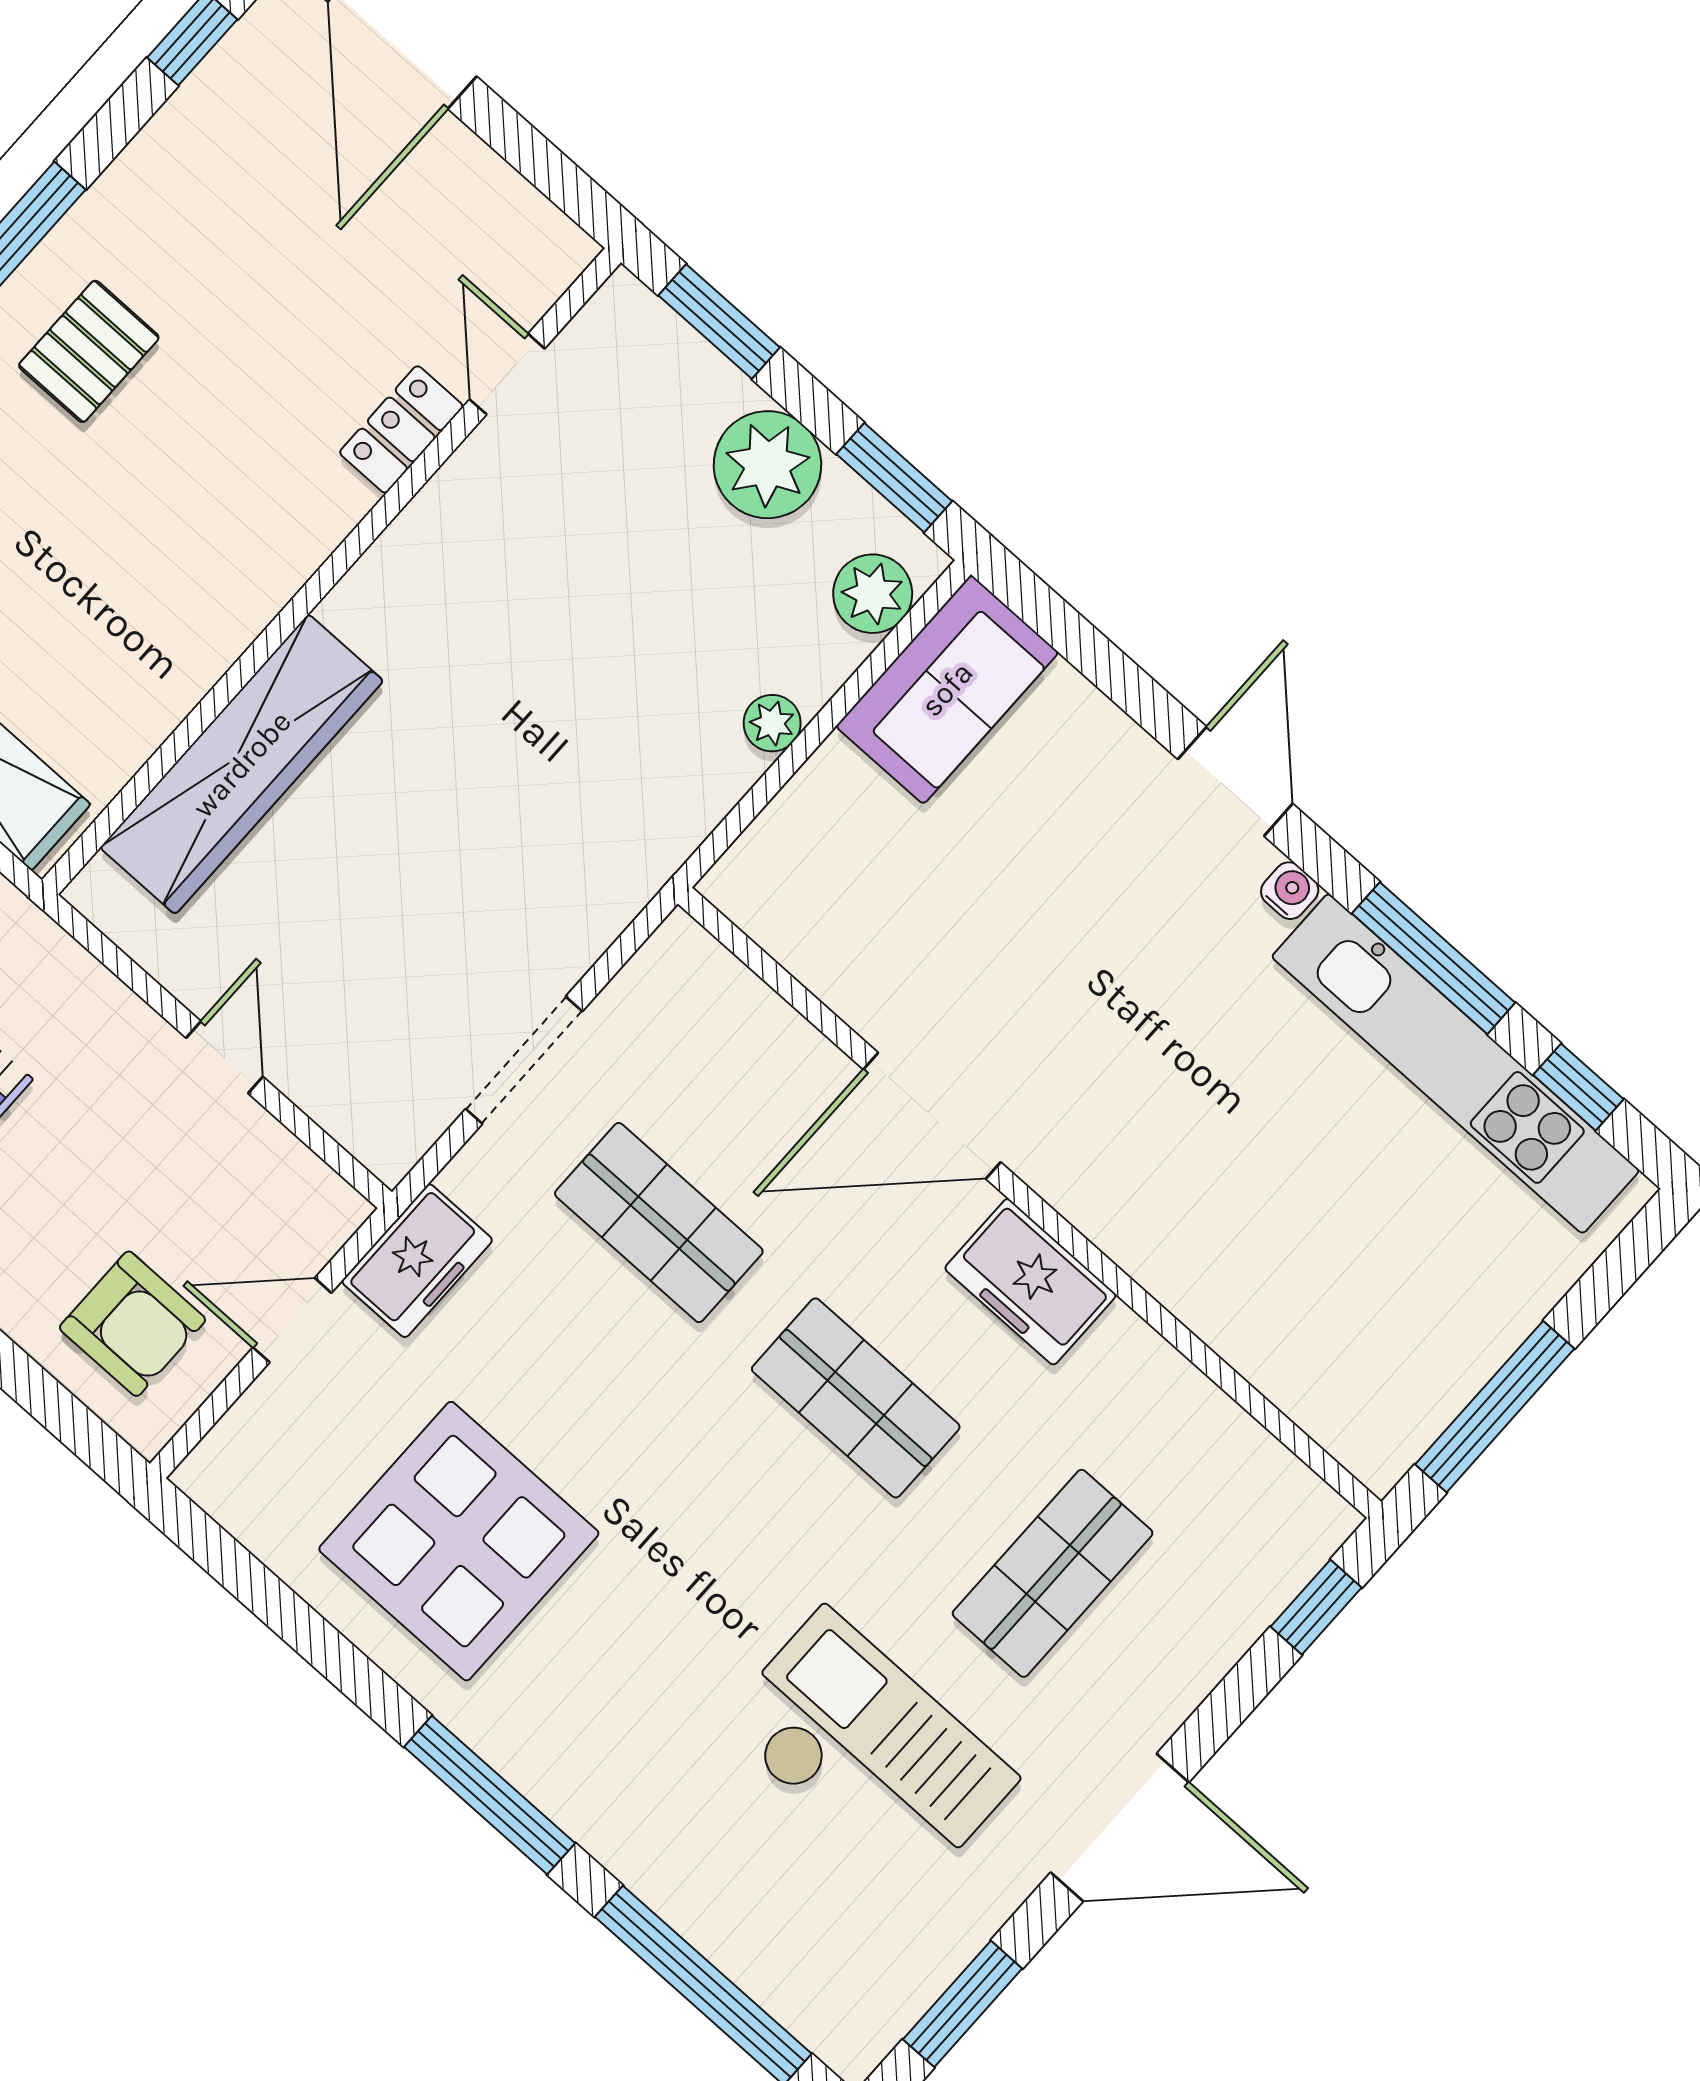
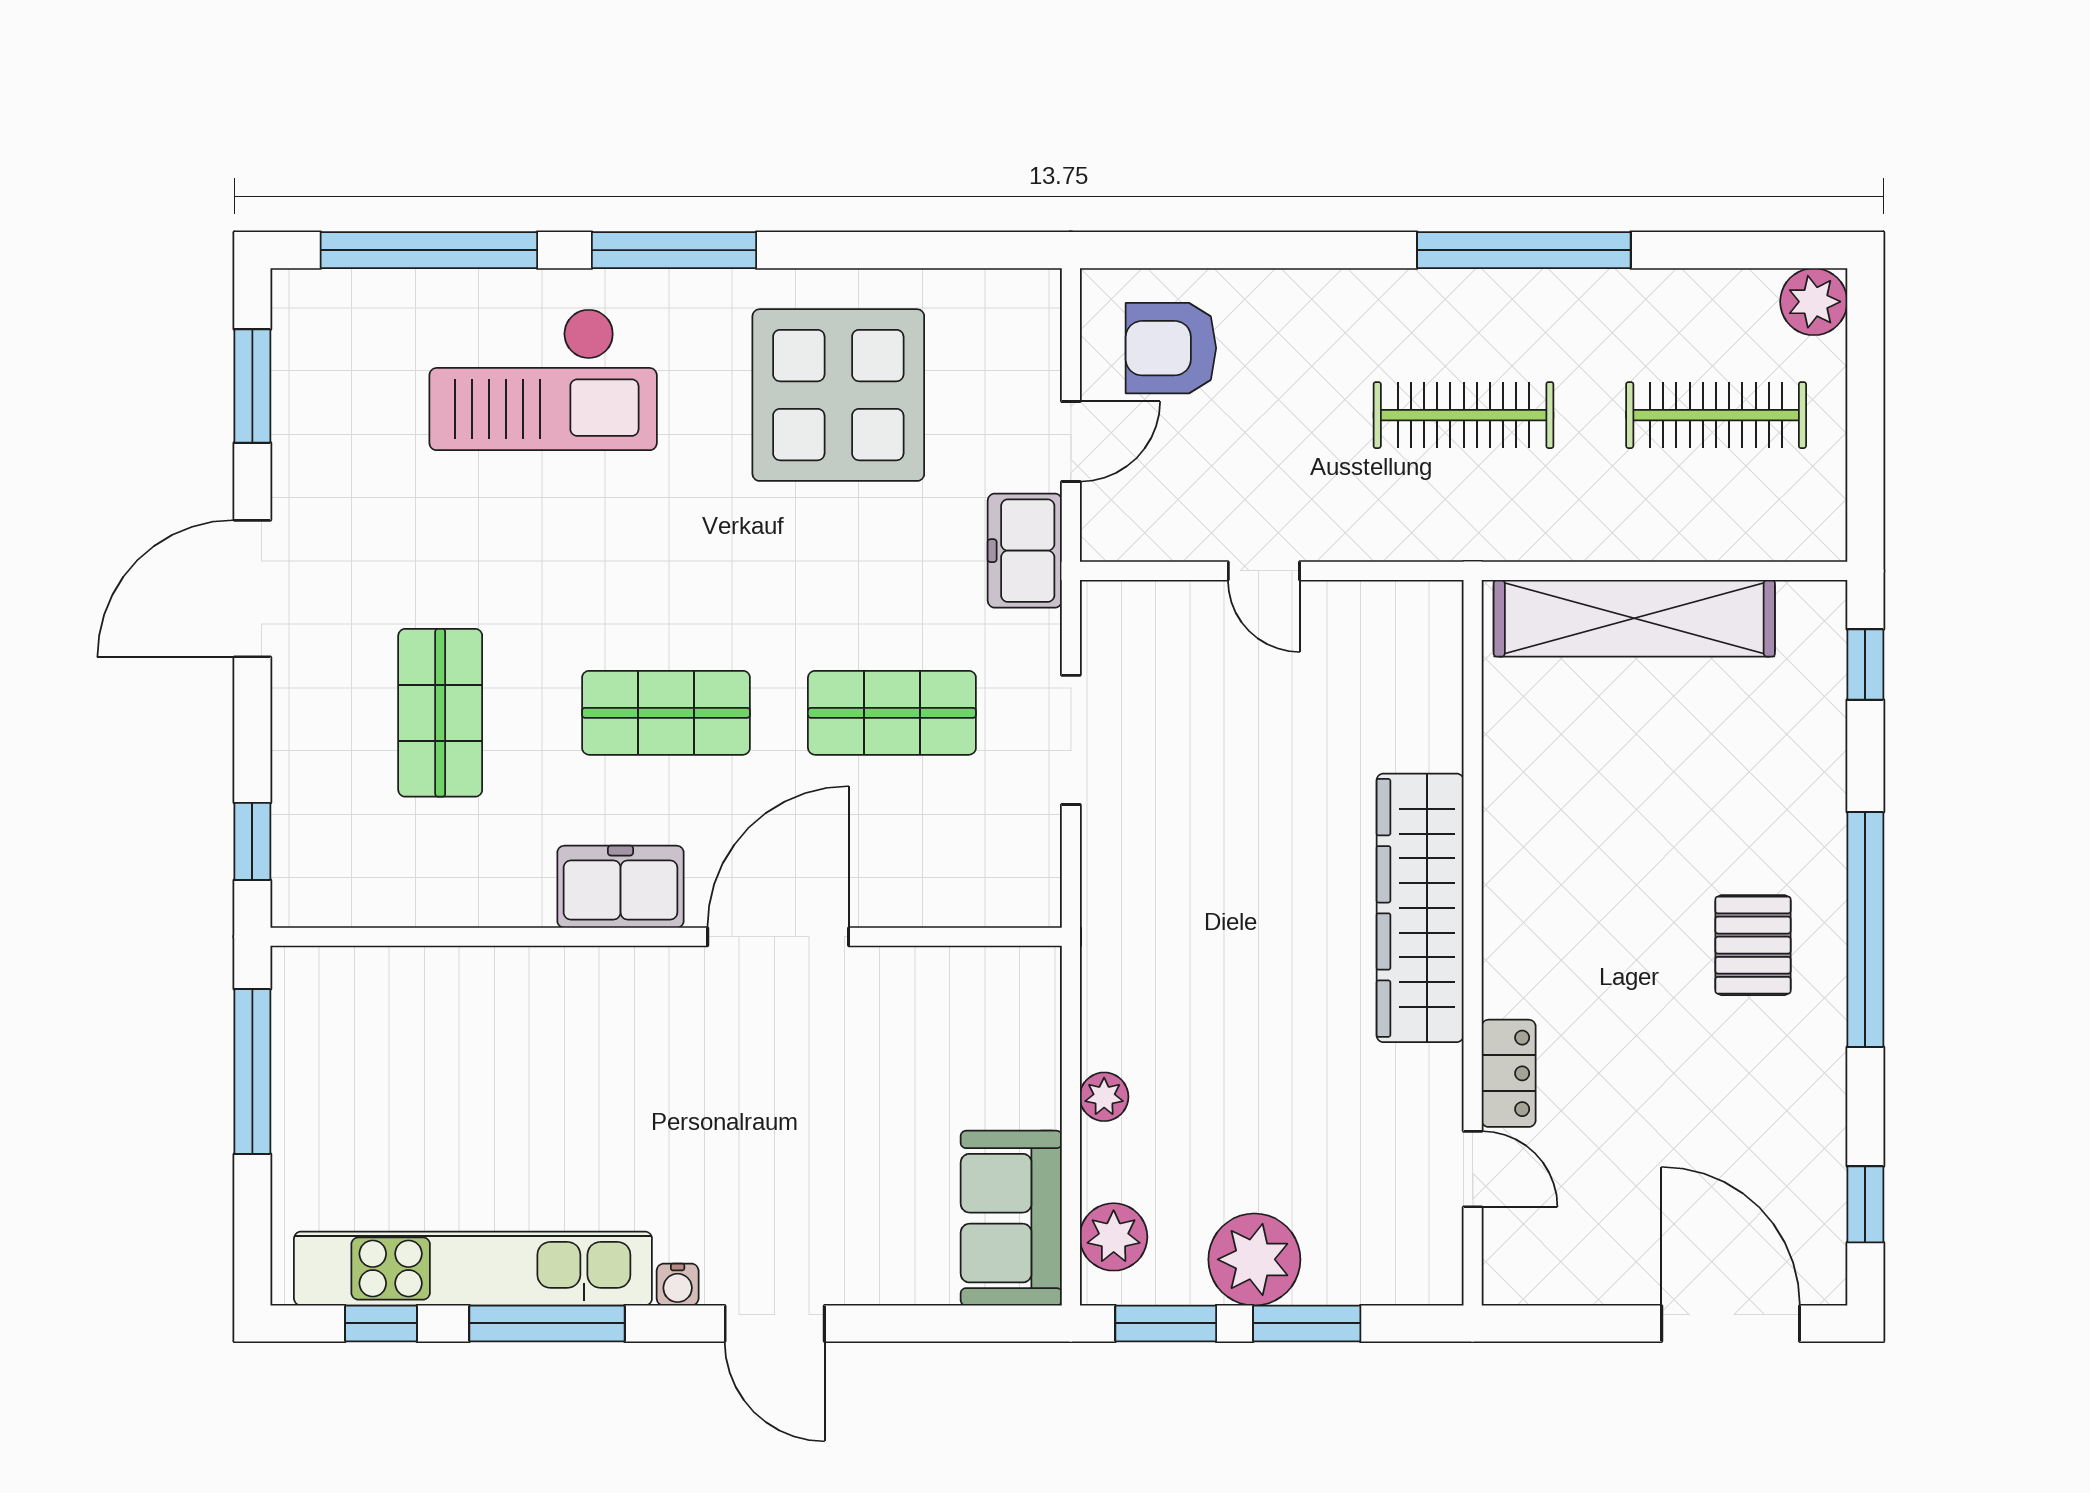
window: (719, 321) -> (1307, 1323), moved
wardrobe: (242, 764) -> (1420, 908), moved
checkout: (868, 1751) -> (543, 379), moved

